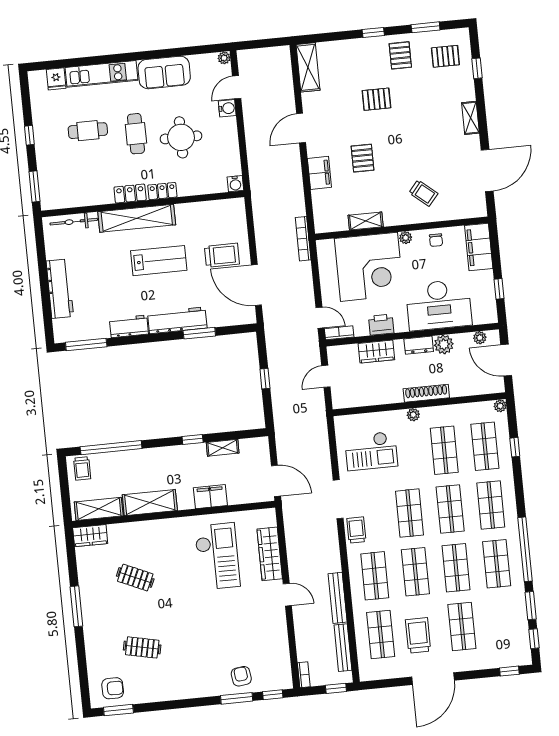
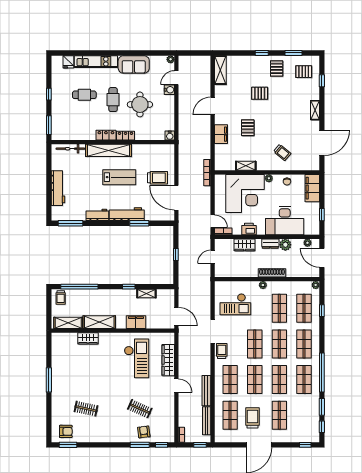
wardrobe: (90, 536) -> (88, 338), moved
clothes rail: (135, 578) -> (140, 409), moved

